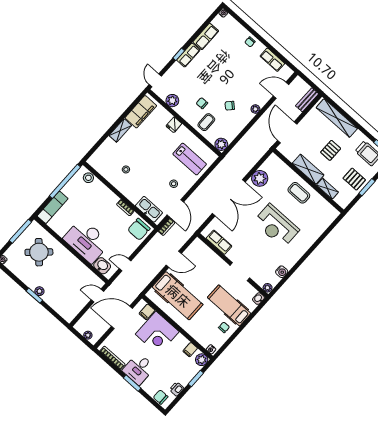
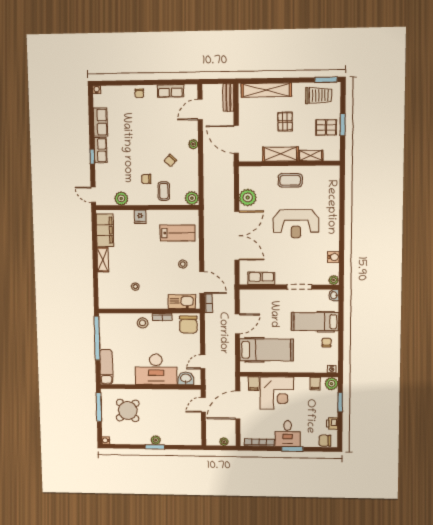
stool: (88, 178) -> (143, 323), moved

